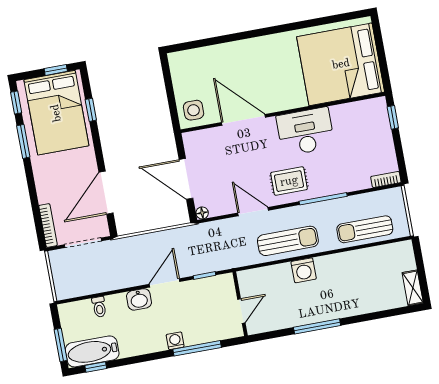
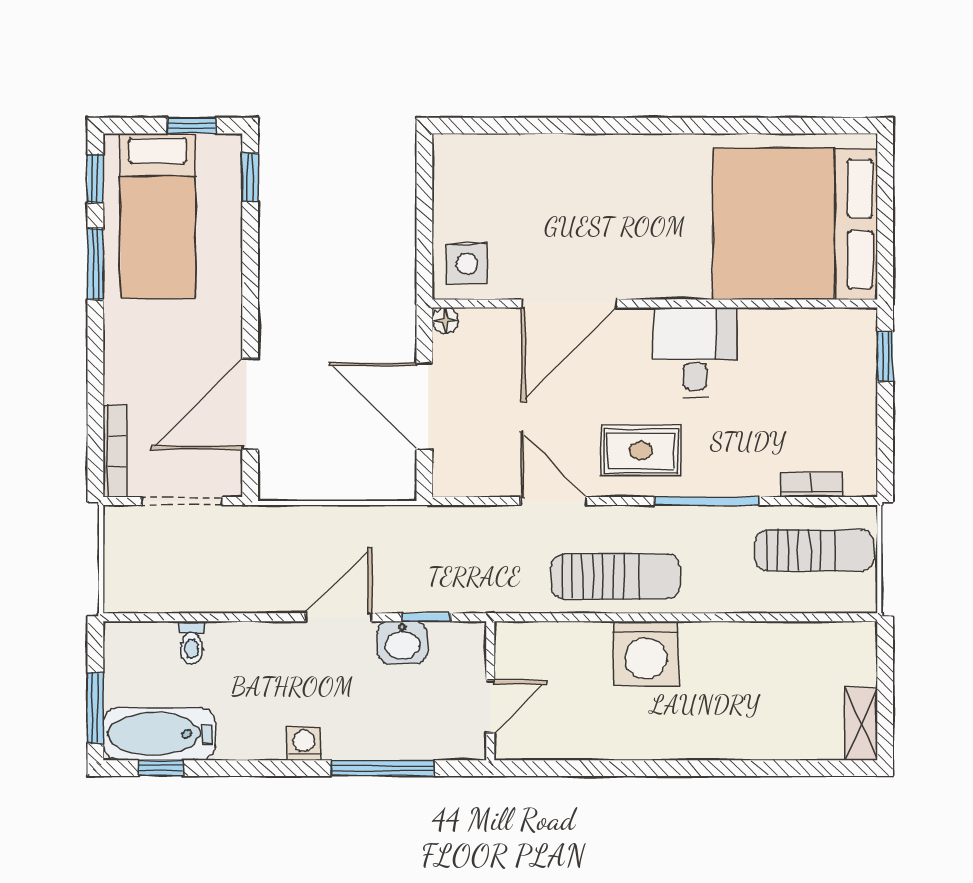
window: (91, 110) -> (250, 177), moved
bed: (56, 113) -> (158, 216), width x0.67
door: (244, 120) -> (569, 304), swing flipped
desk: (305, 132) -> (695, 352), width x0.73
bookcase: (386, 179) -> (812, 485), moved
floor lamp: (202, 213) -> (445, 321), moved
sun lounger: (365, 229) -> (814, 550), moved, turned 180
washing machine: (304, 270) -> (646, 653), width x1.37, depth x1.37
washbasin: (139, 299) -> (402, 642), moved
window: (317, 326) -> (644, 768), removed
washing machine: (175, 341) -> (304, 744), moved

